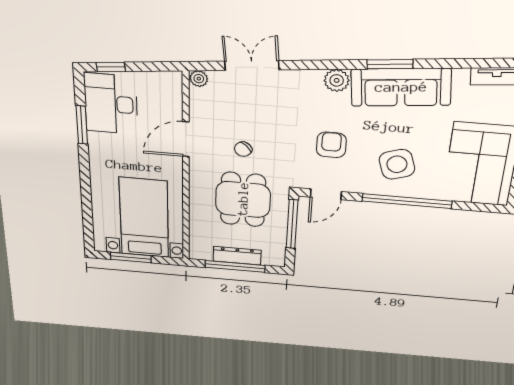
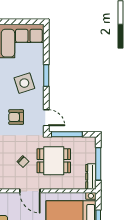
door: (186, 139) -> (30, 191), moved
window: (407, 201) -> (46, 76), width x0.47
dresser: (237, 256) -> (91, 177), moved

